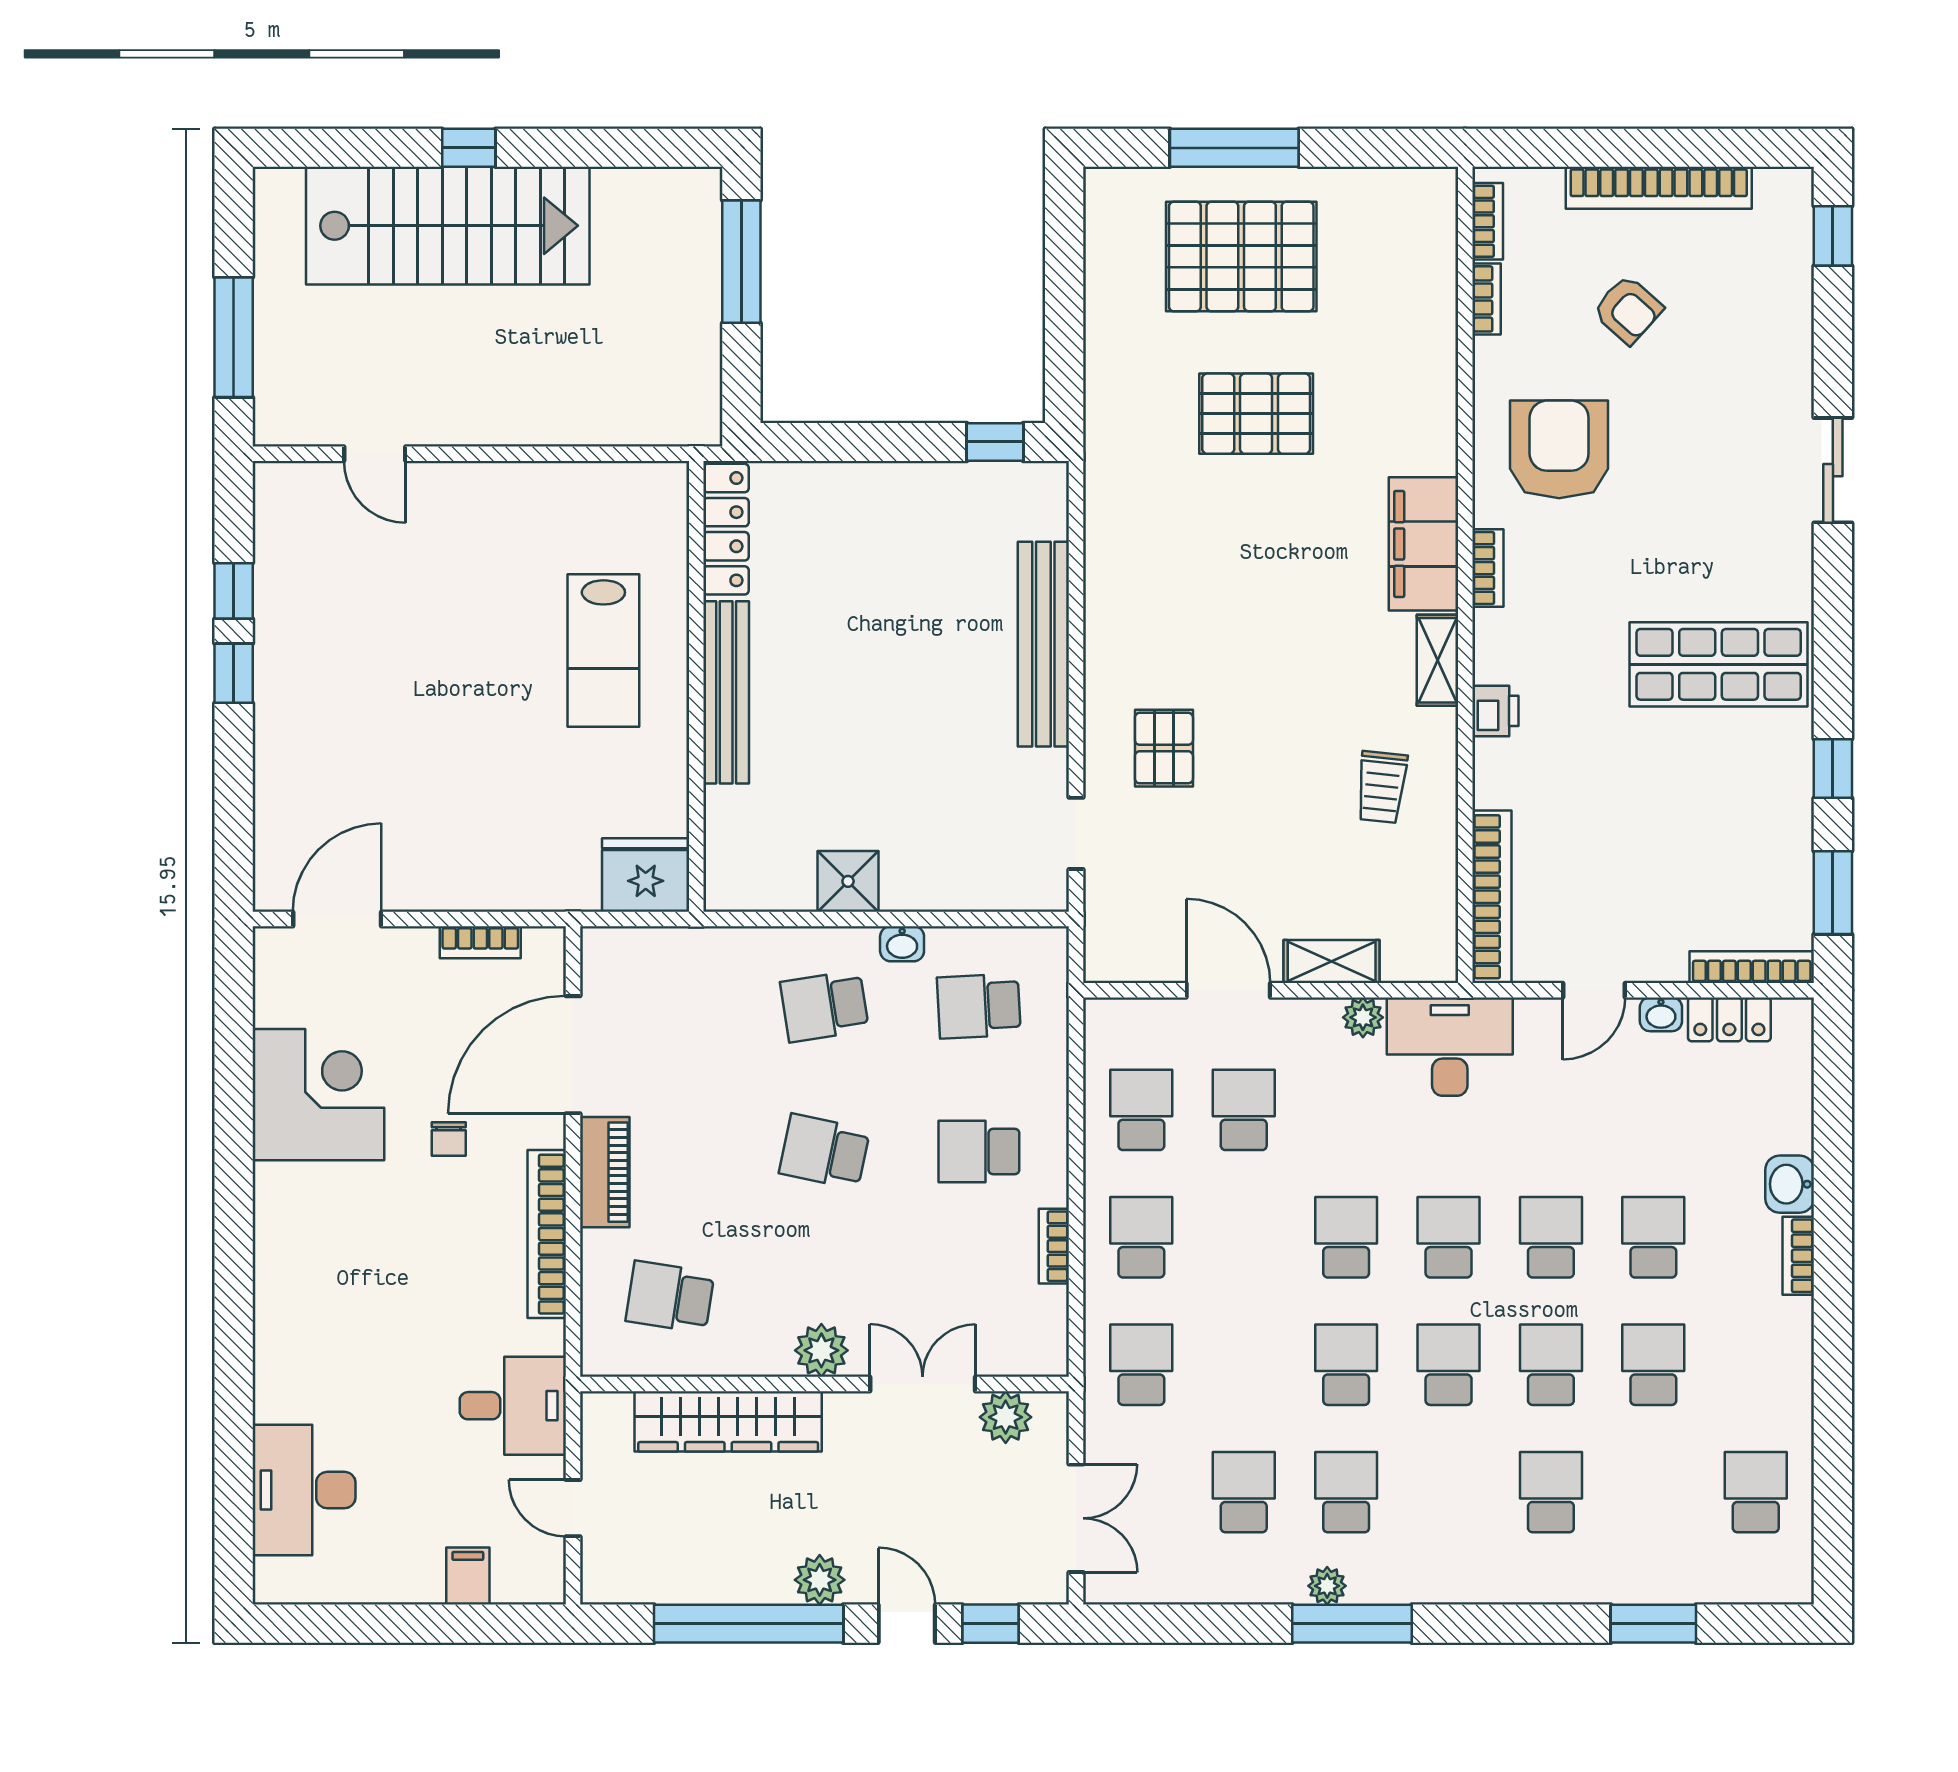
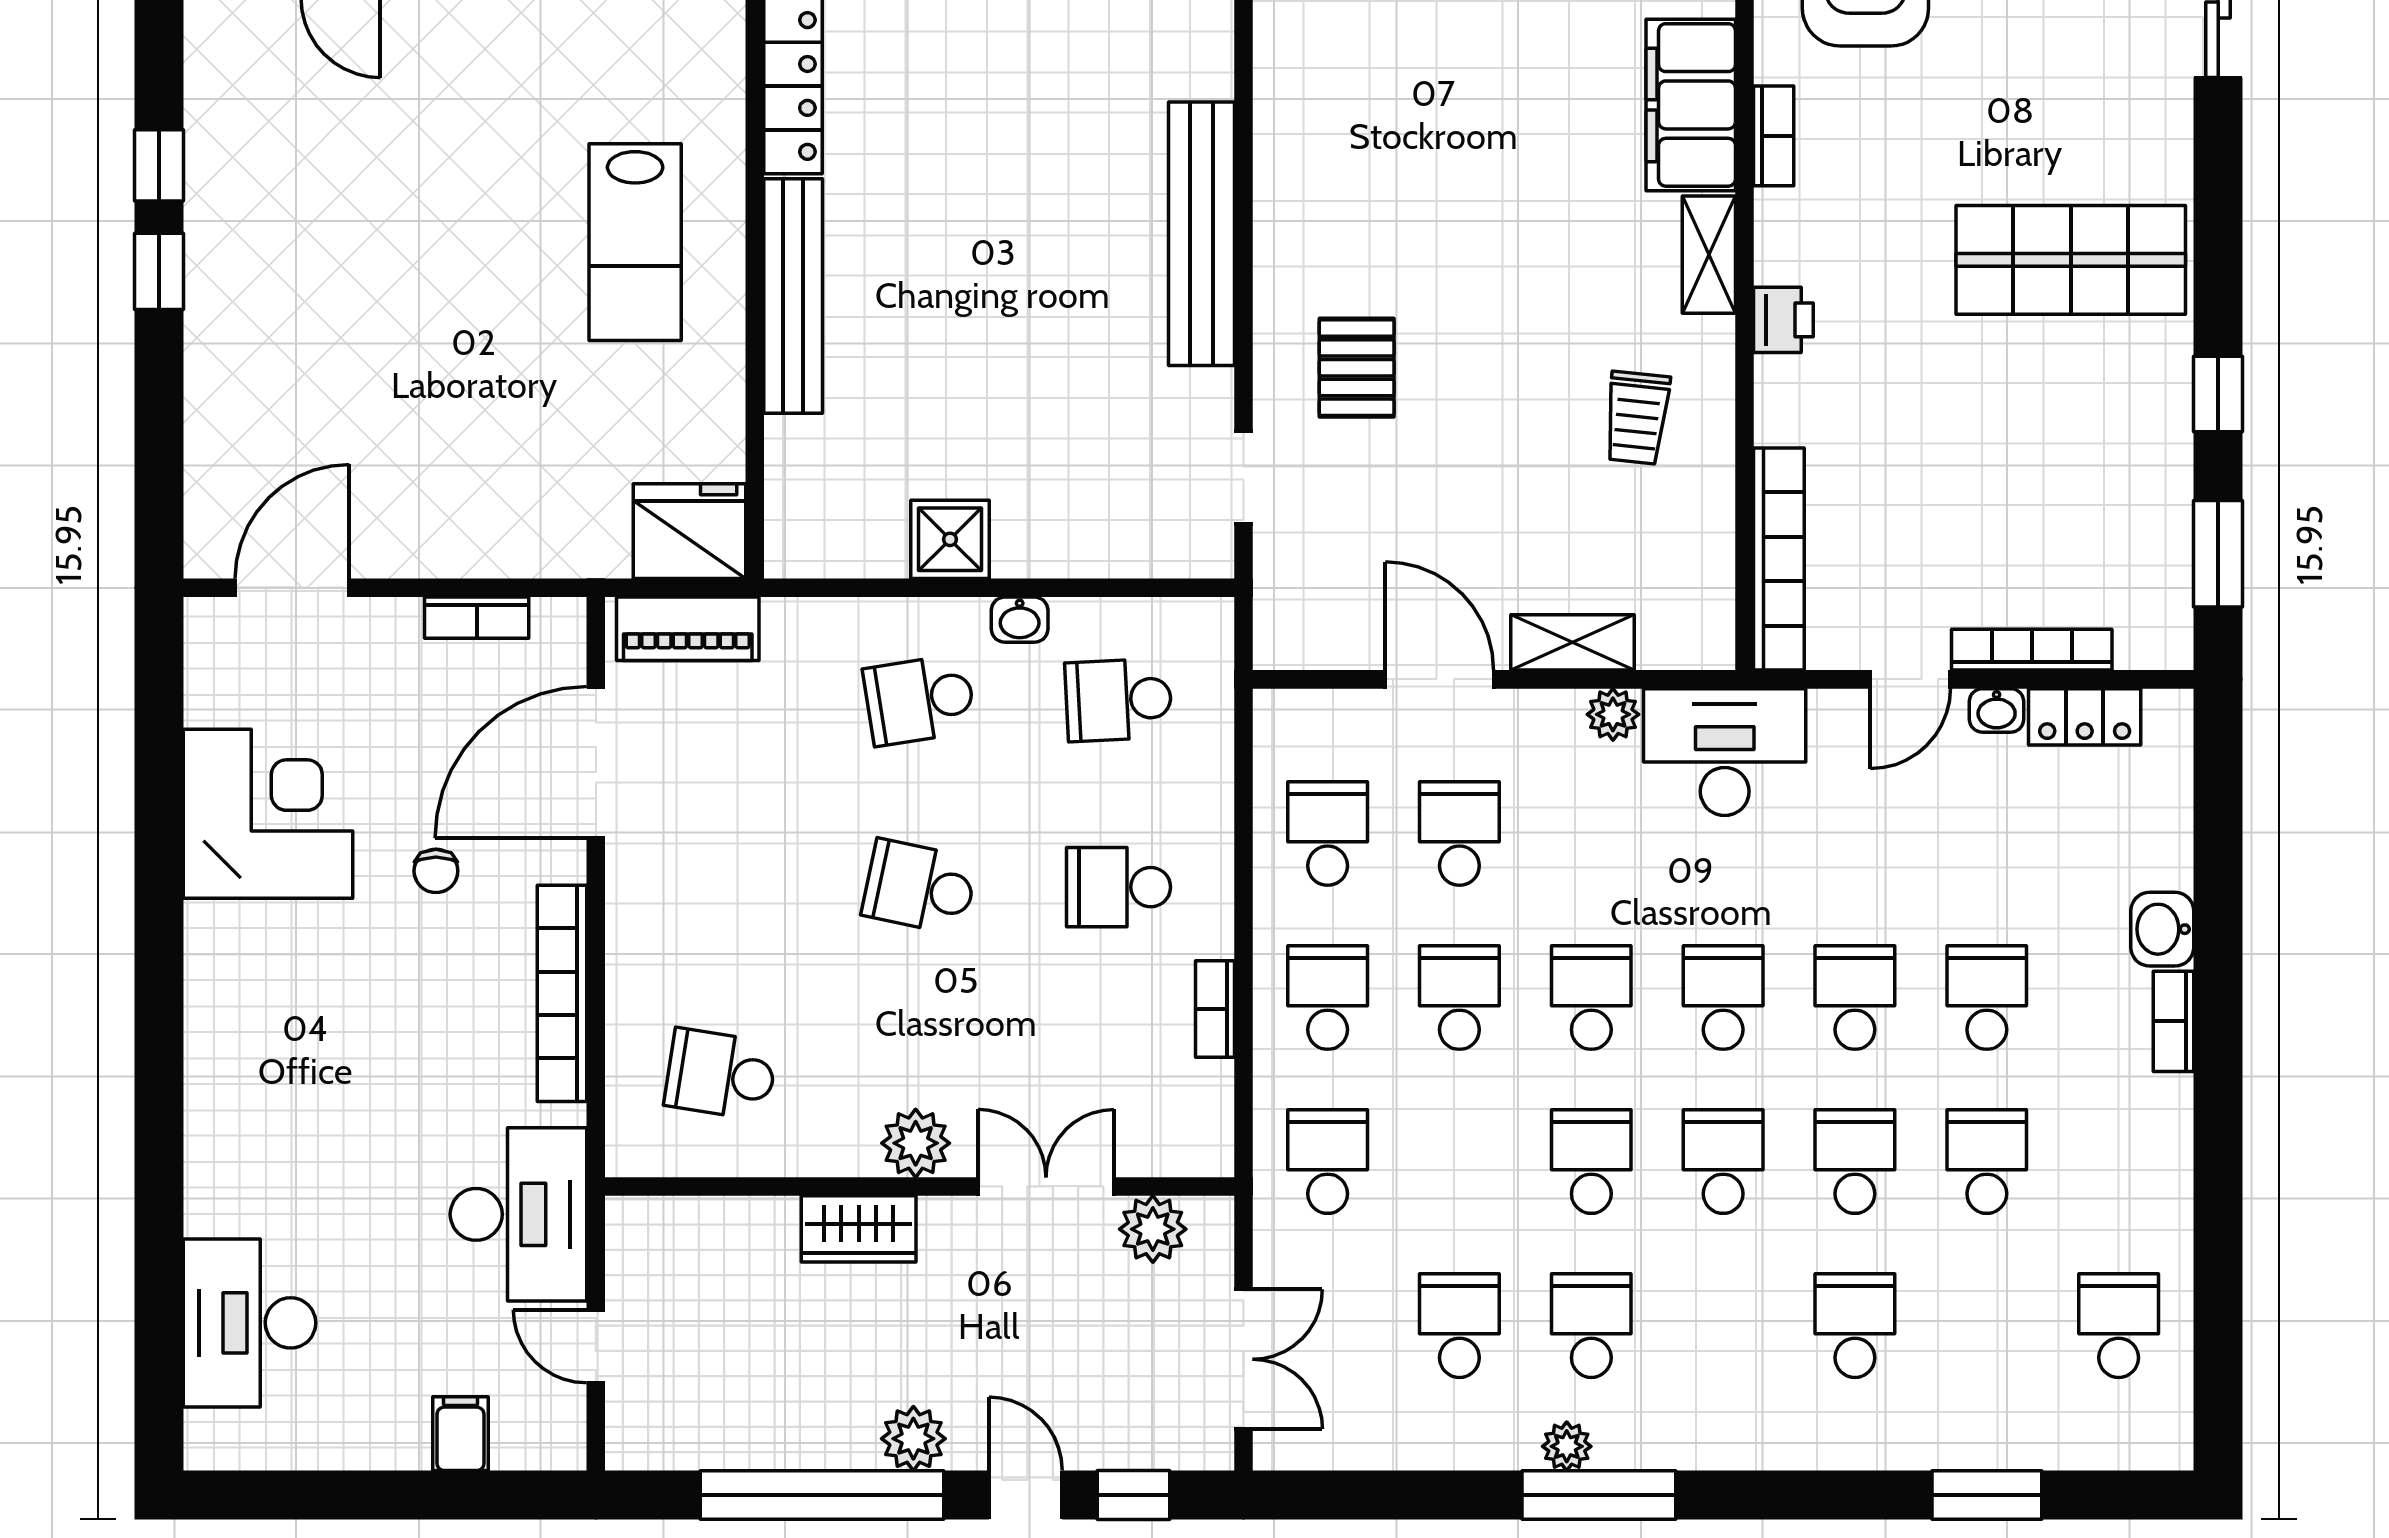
bookcase: (1752, 967) -> (2032, 650), moved
piano: (605, 1172) -> (688, 629), moved, turned 90
school desk: (1244, 1237) -> (1459, 998), added
desk: (513, 1406) -> (518, 1214), width x1.37
wardrobe: (728, 1421) -> (859, 1229), width x0.48, depth x0.85

